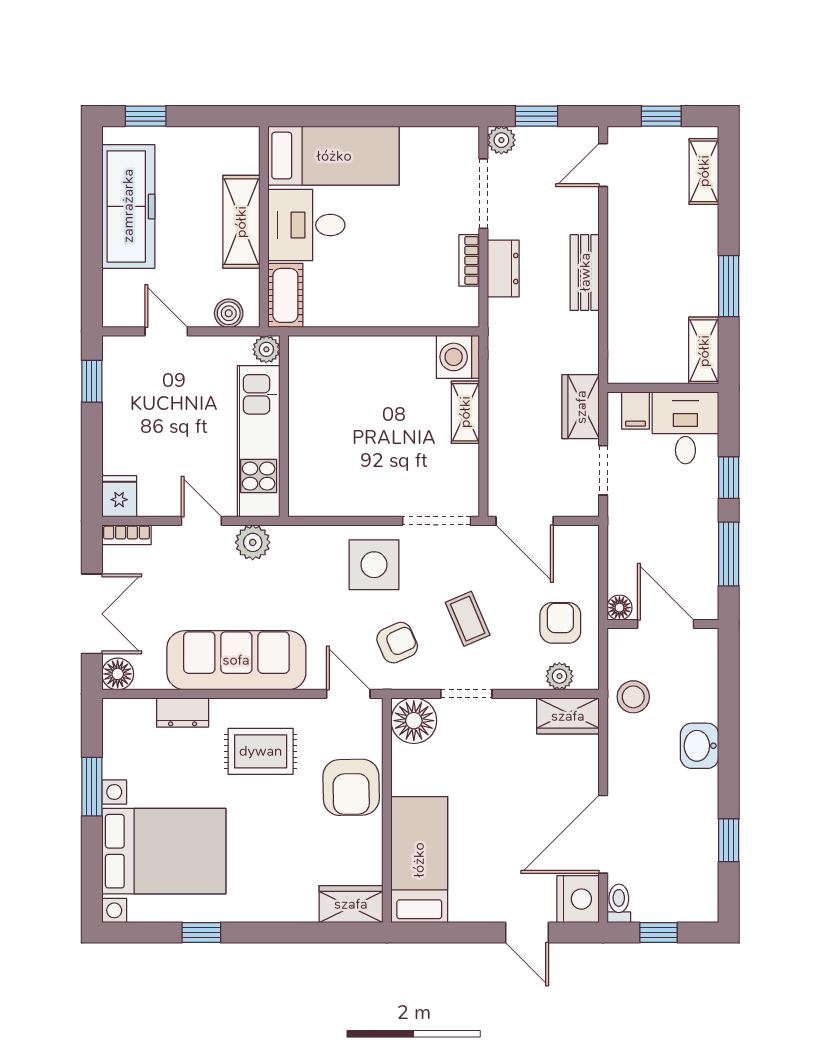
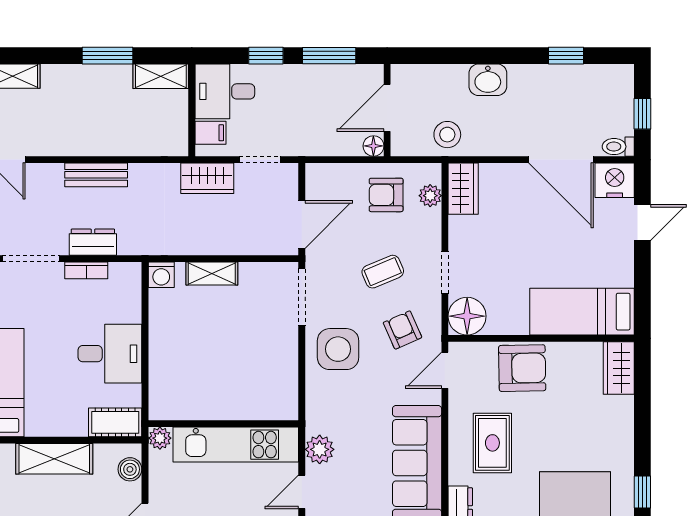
desk: (306, 225) -> (110, 354), moved, turned -90
washing machine: (458, 357) -> (161, 275), width x0.73, depth x0.73

